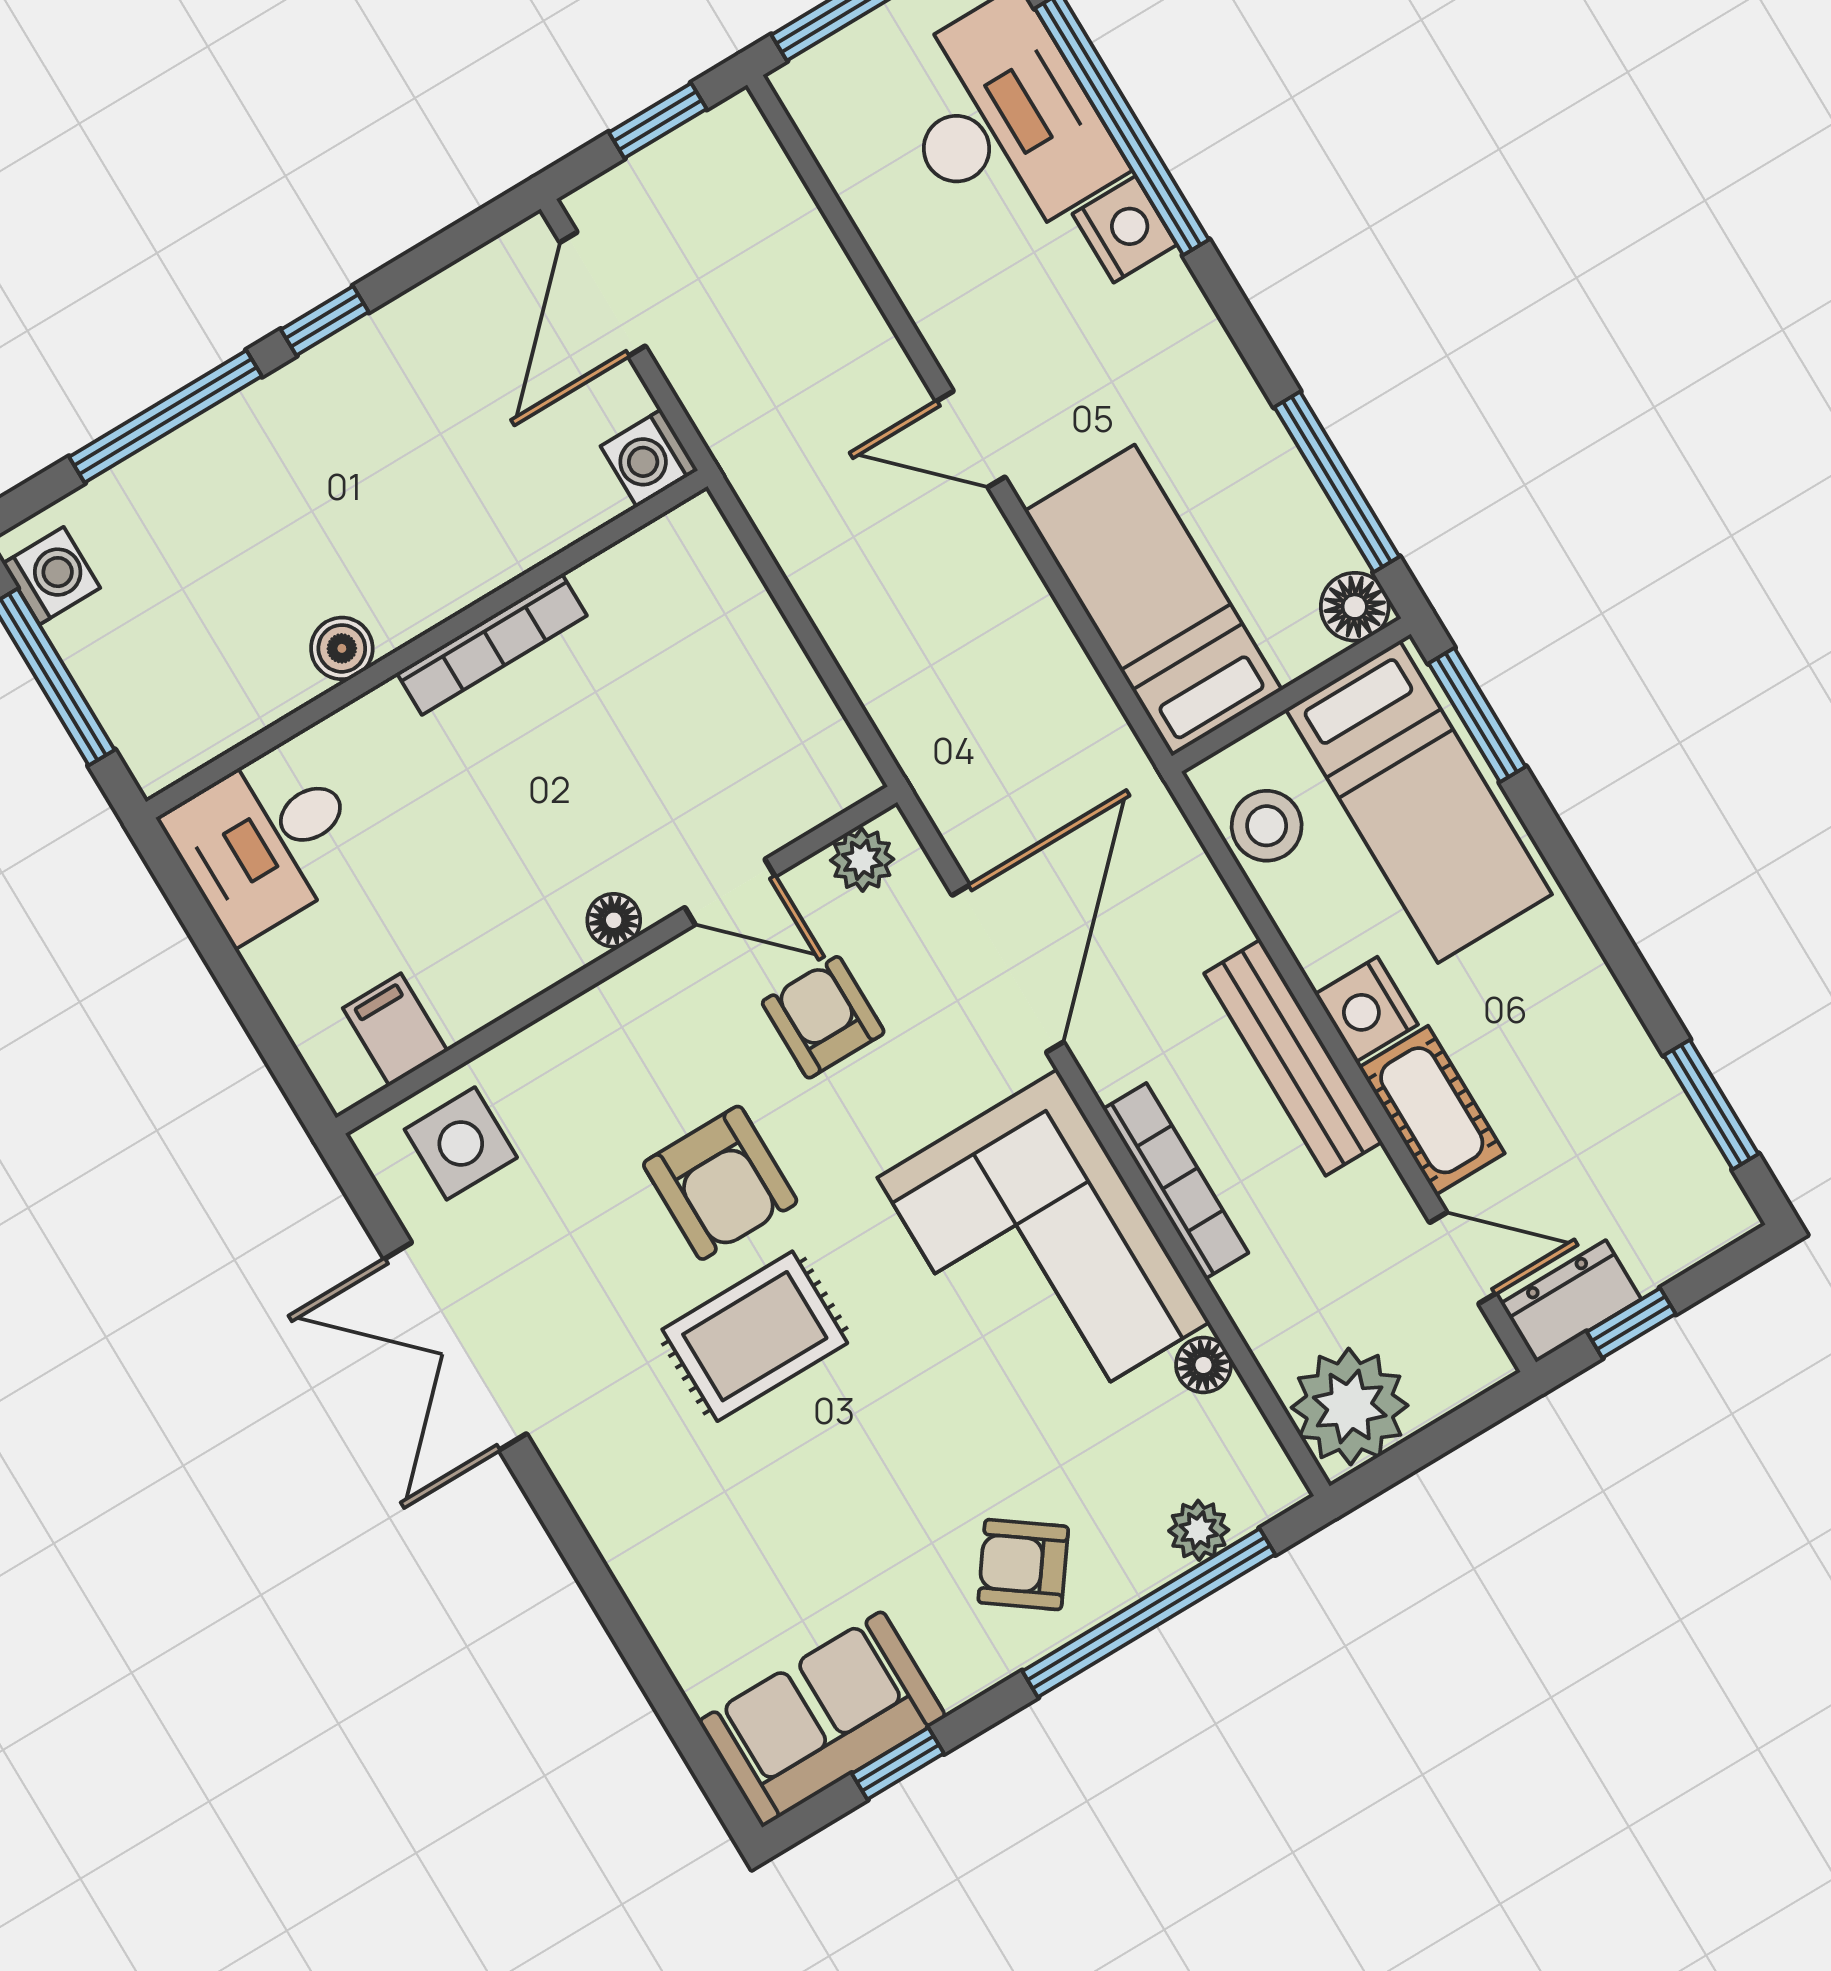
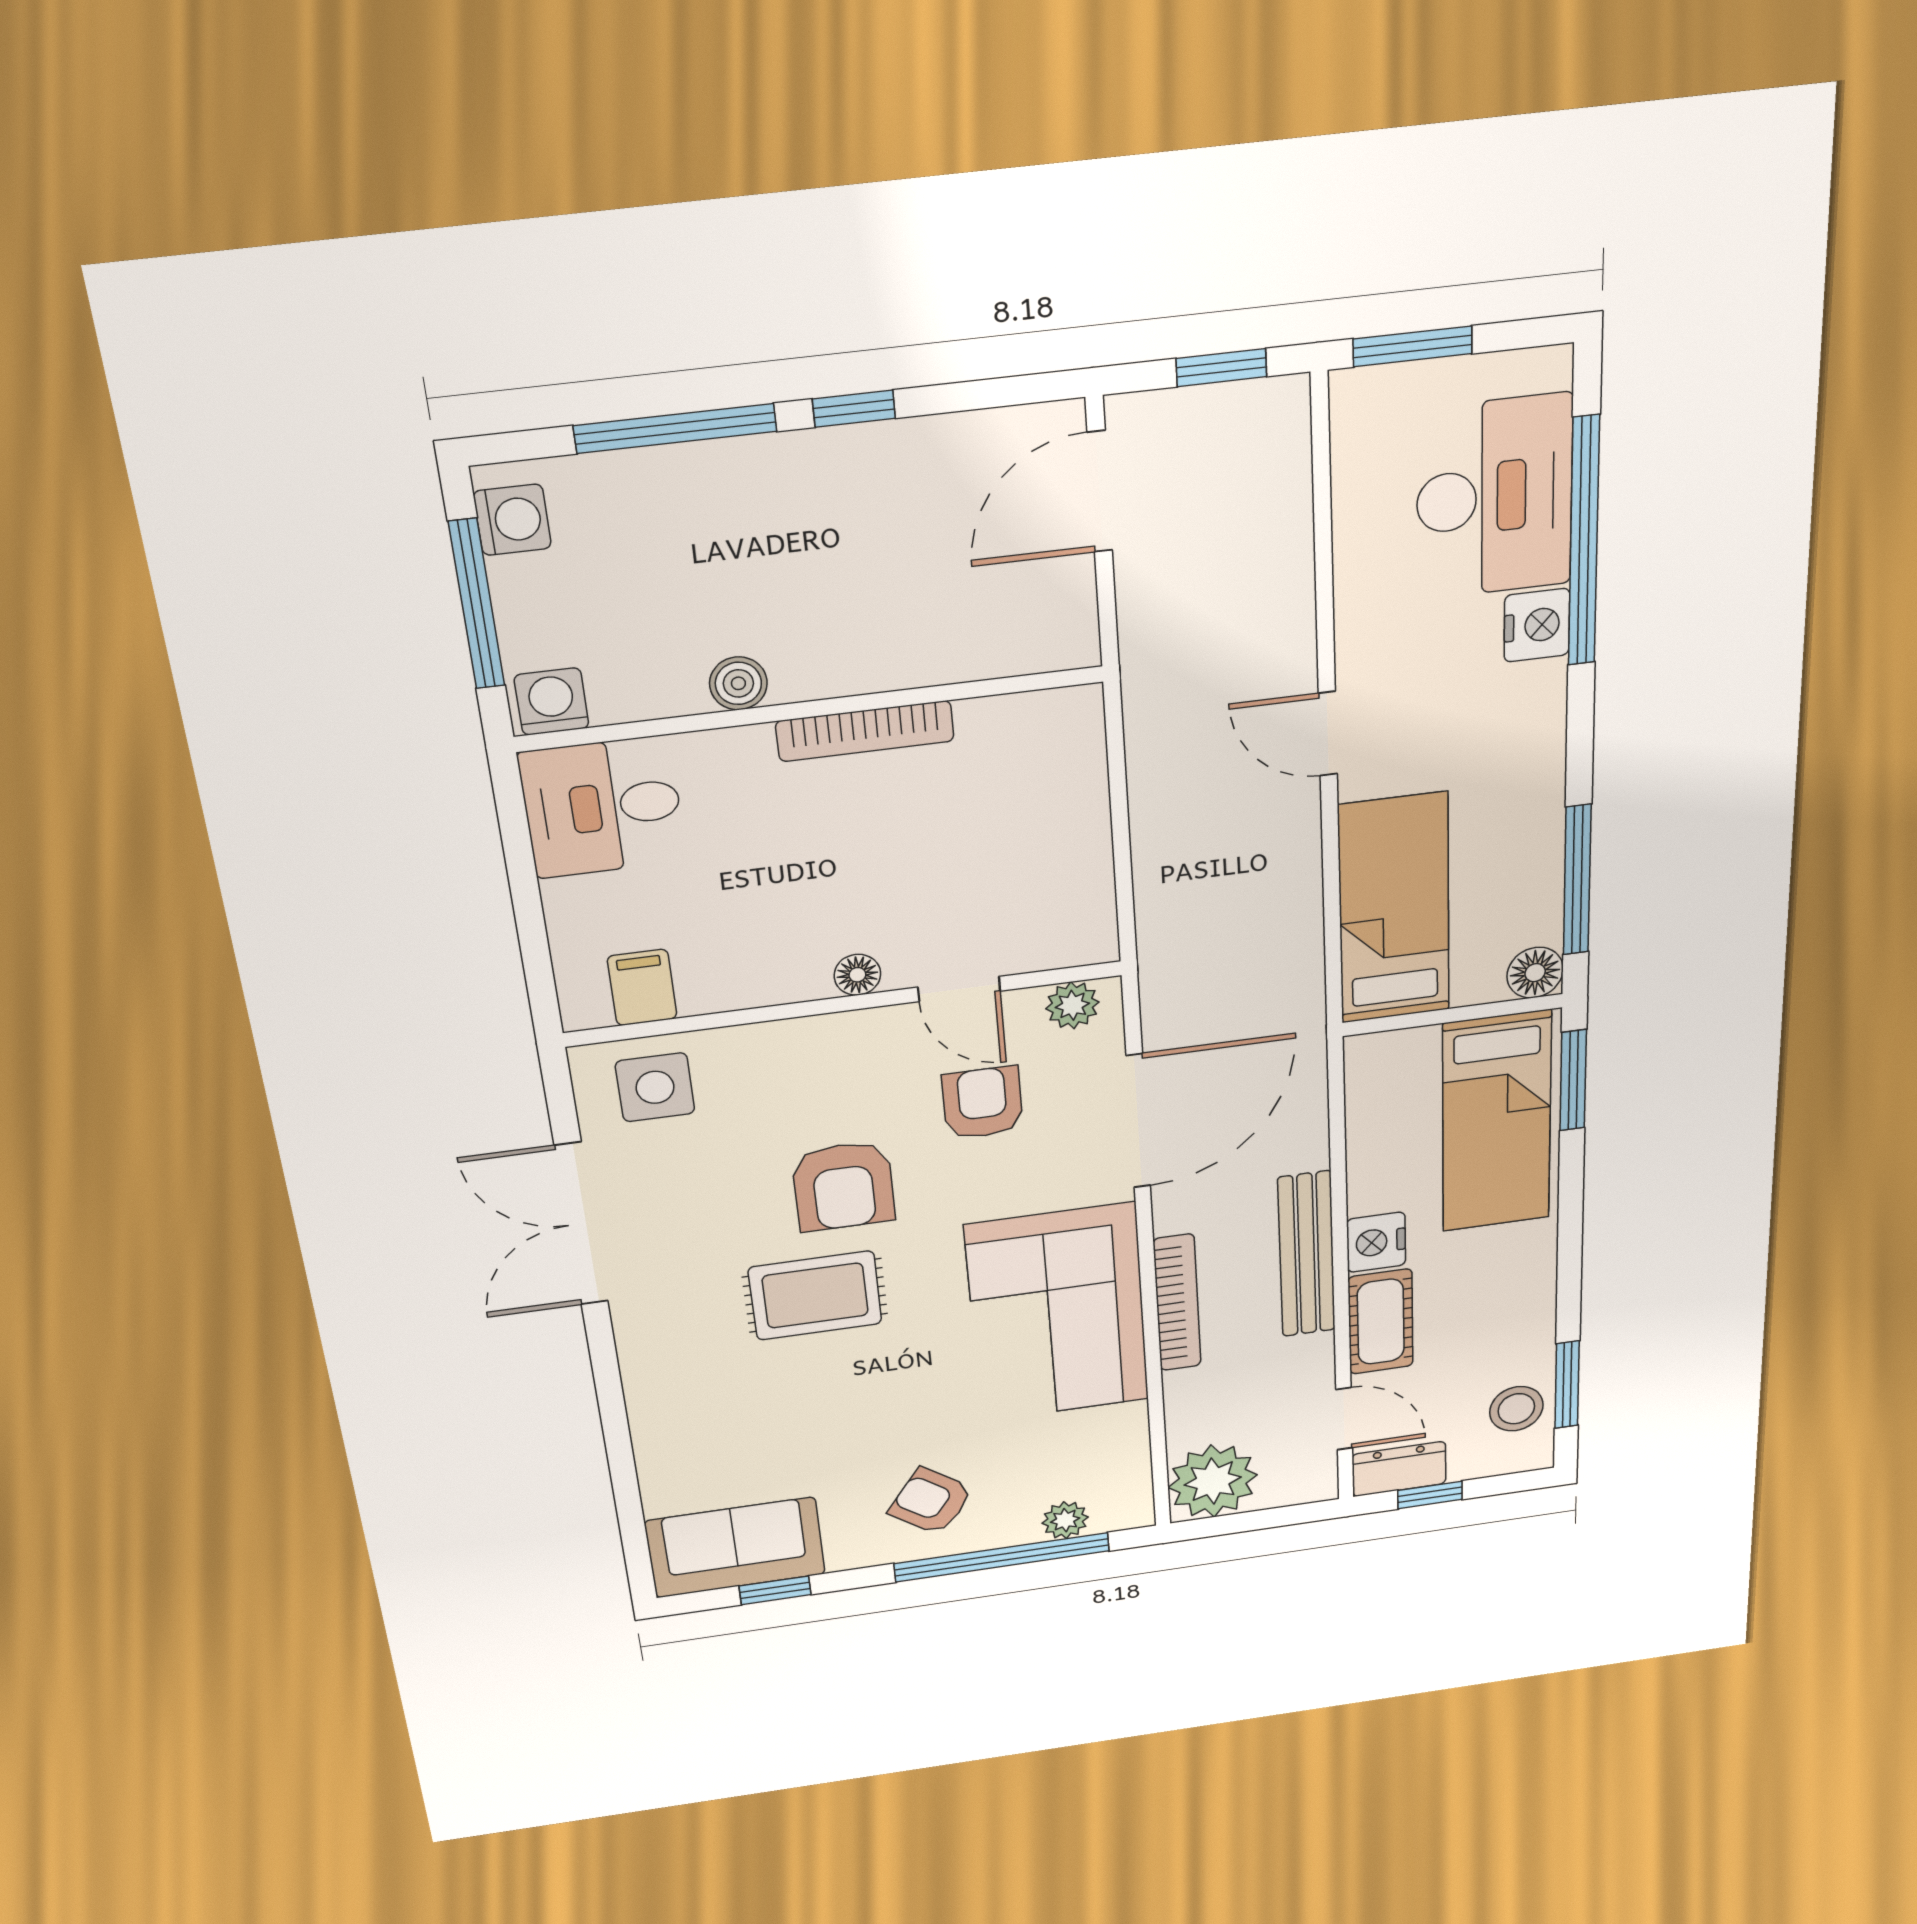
washing machine: (649, 458) -> (552, 701), moved, turned 90
stool: (1267, 826) -> (1516, 1409), moved
floor lamp: (1204, 1365) -> (1128, 1423), removed

